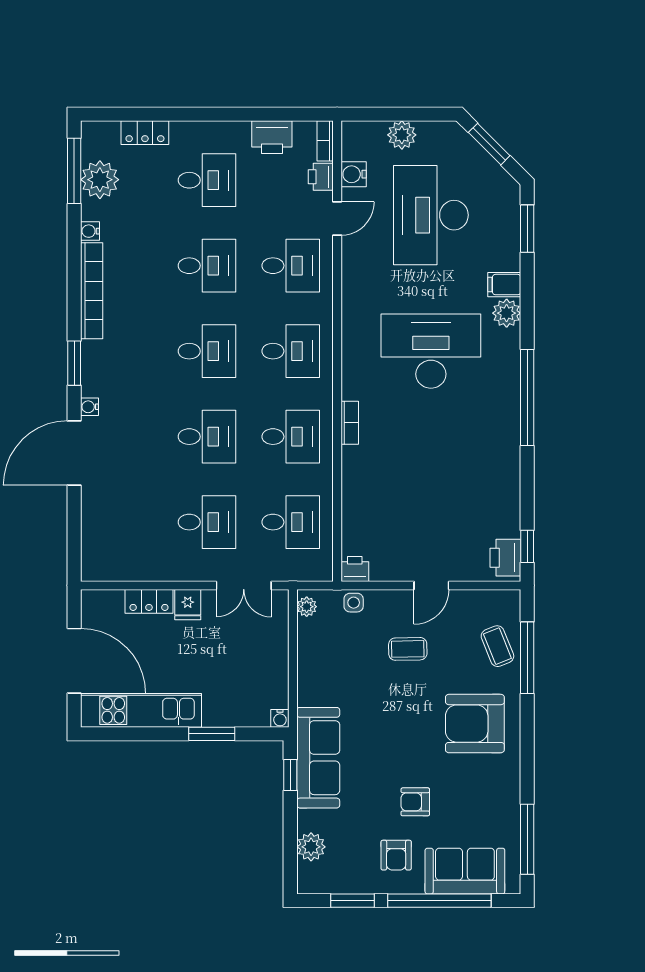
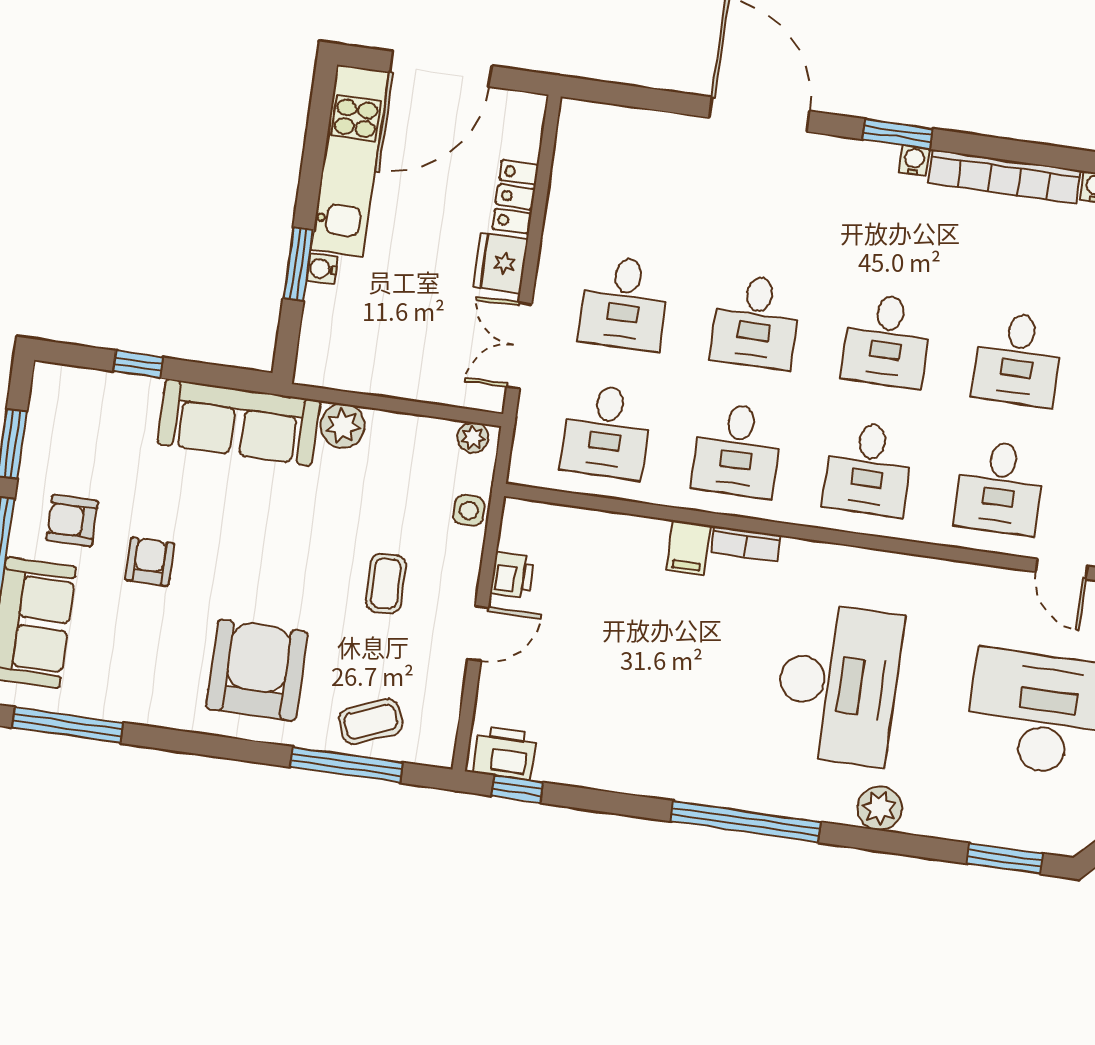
filing cabinet: (504, 285) -> (689, 548), moved, turned 180
water cooler: (90, 407) -> (914, 160), moved
printer: (355, 569) -> (512, 575), moved
door: (431, 585) -> (478, 633), swing flipped
fridge: (188, 605) -> (501, 263), width x1.38
water cooler: (280, 718) -> (322, 269), moved
window: (290, 775) -> (138, 364), moved
plant: (311, 847) -> (343, 426), moved

